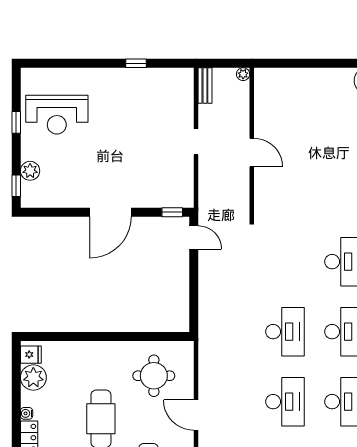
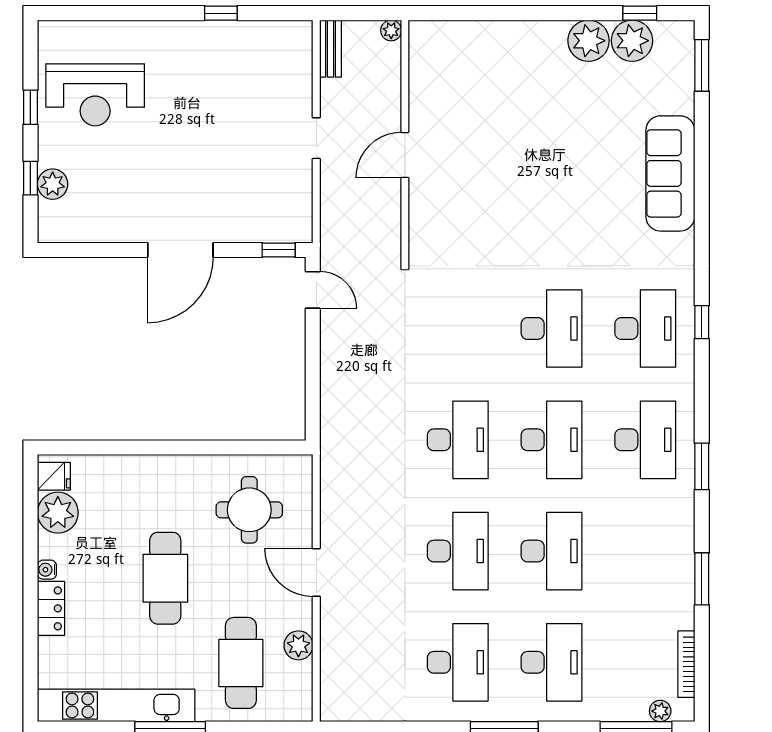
door: (252, 152) -> (405, 155), swing flipped
window: (16, 186) -> (30, 178), moved

